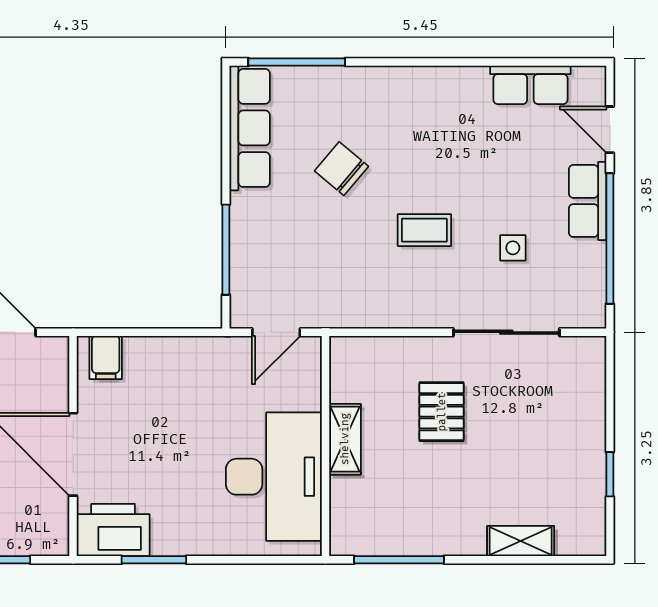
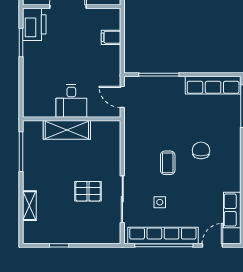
chair: (342, 169) -> (201, 150), moved, turned -40
row of seats: (588, 201) -> (163, 235), width x2.02
filing cabinet: (106, 357) -> (111, 37), moved
pallet: (442, 412) -> (88, 191), moved
shelving: (345, 439) -> (67, 130), width x1.50, depth x1.33
desk: (274, 477) -> (71, 101), width x0.53, depth x0.77

